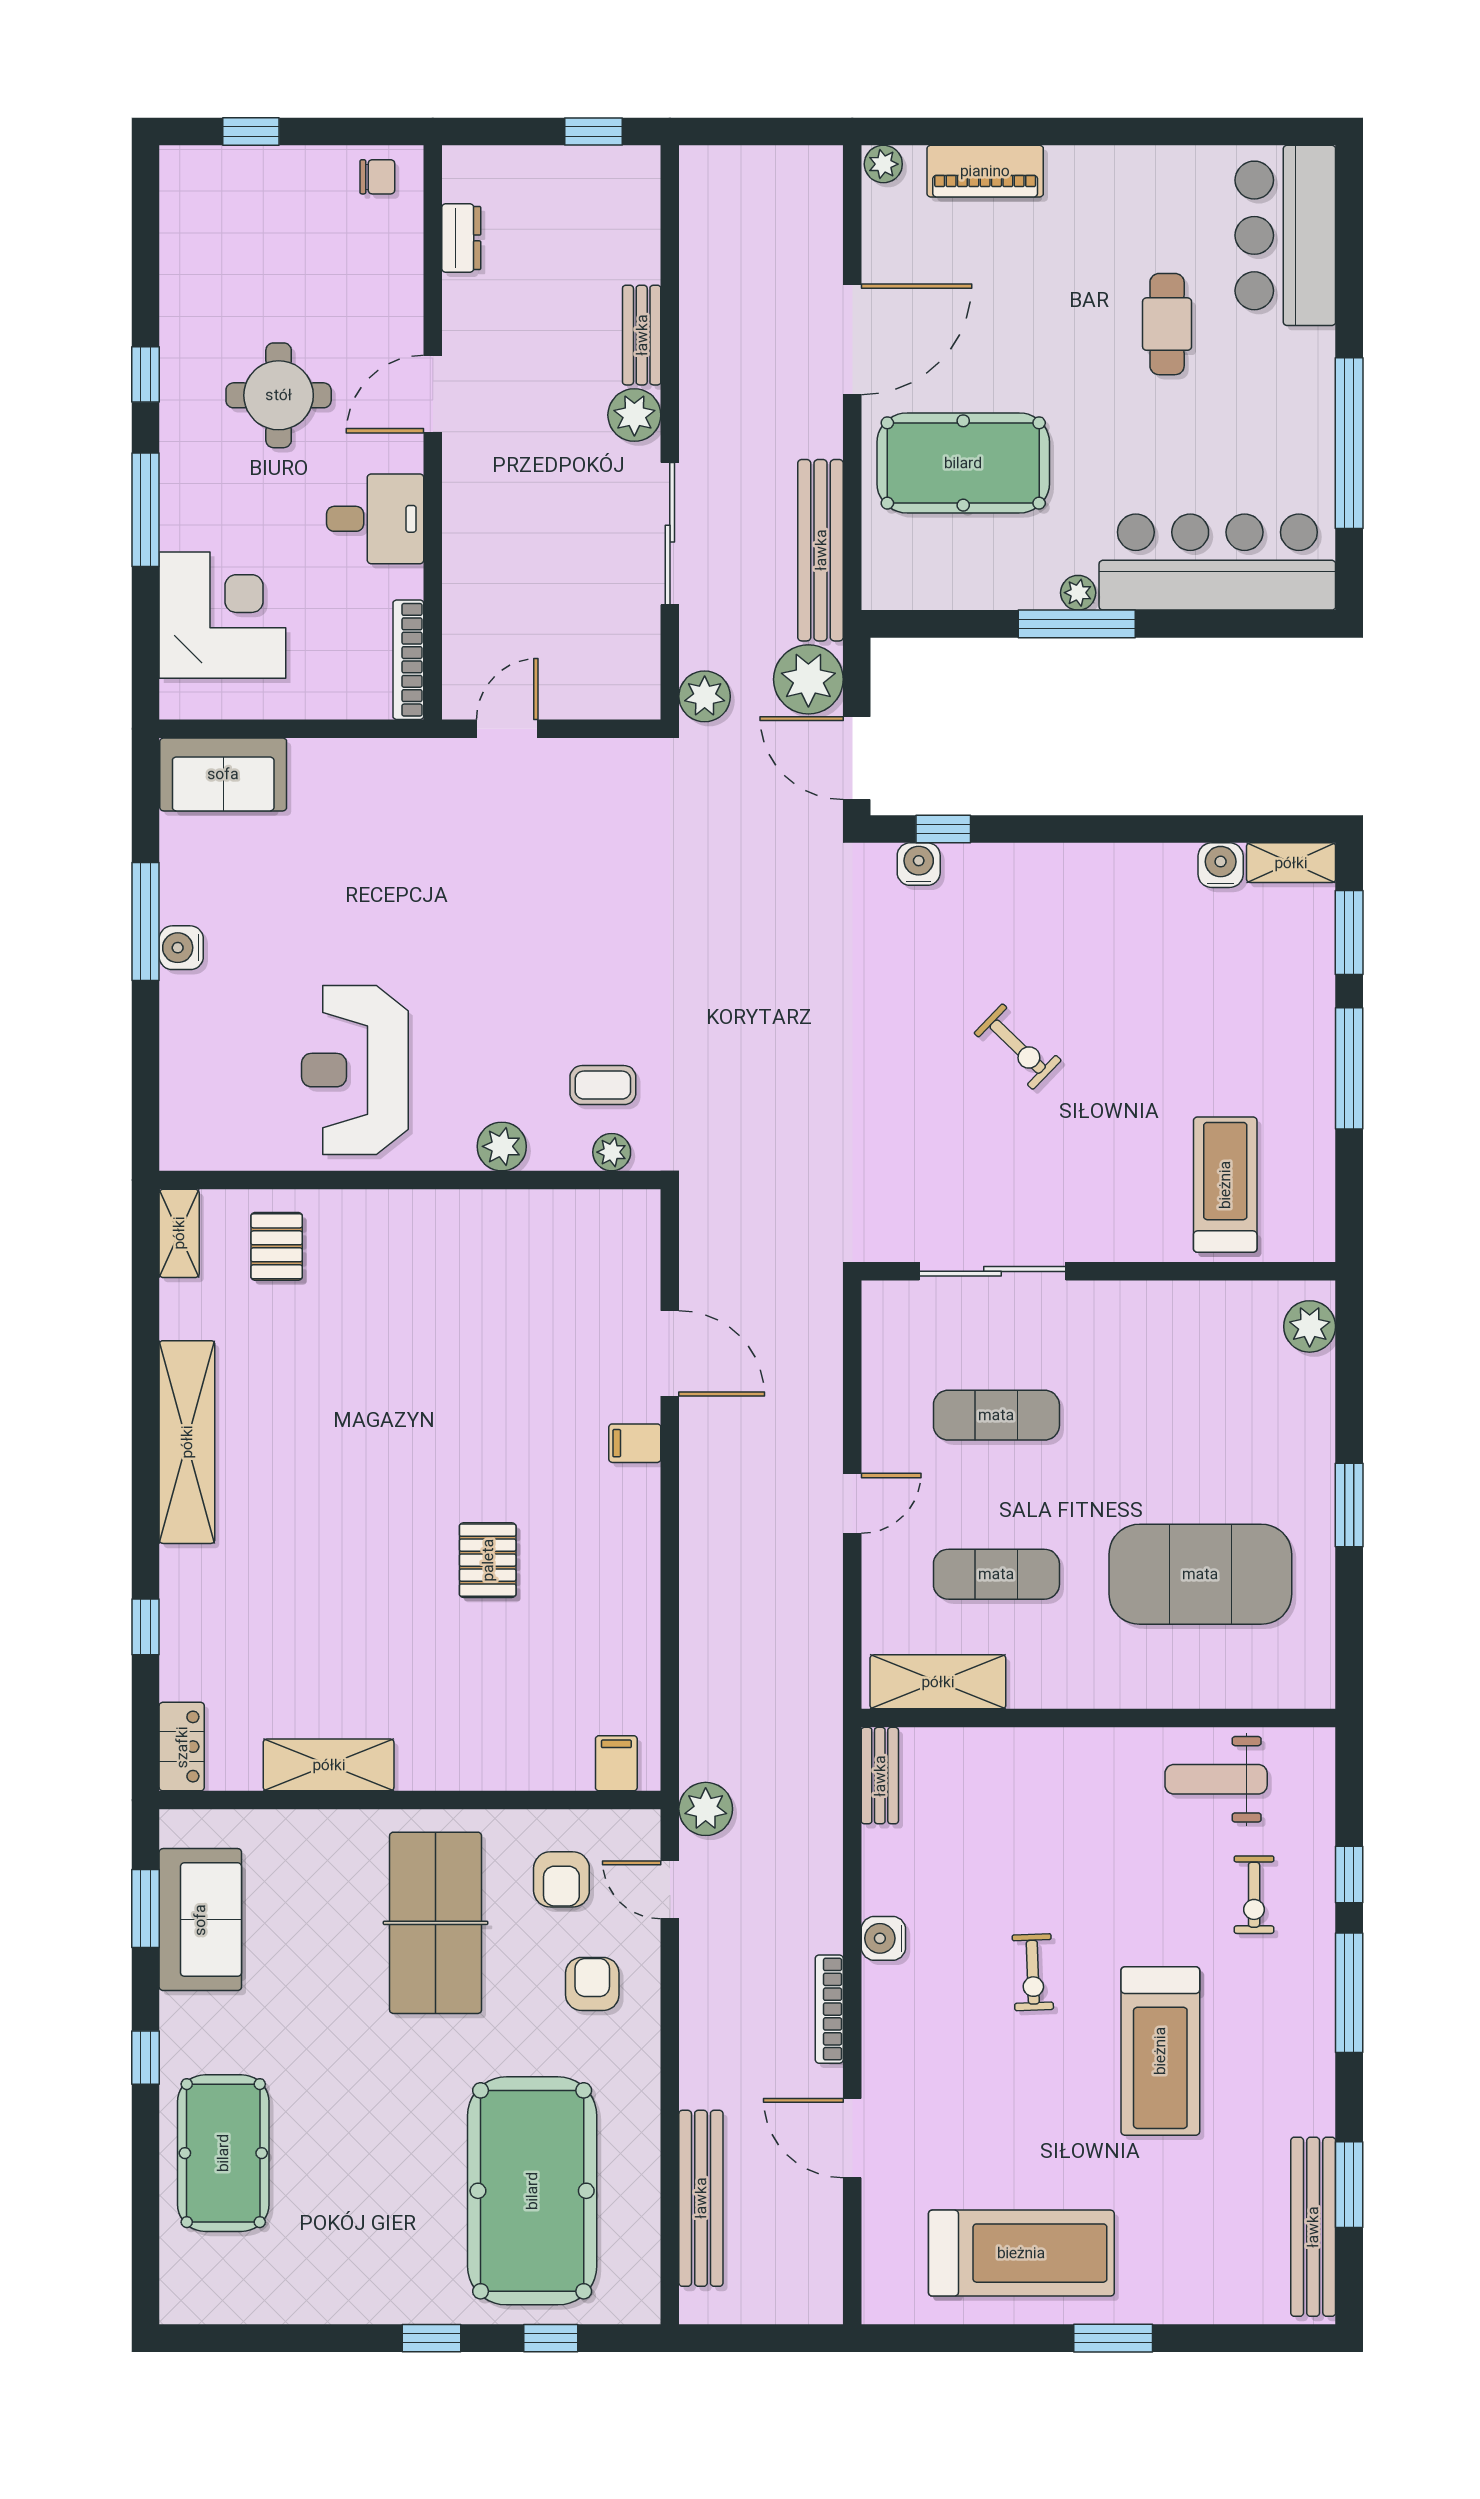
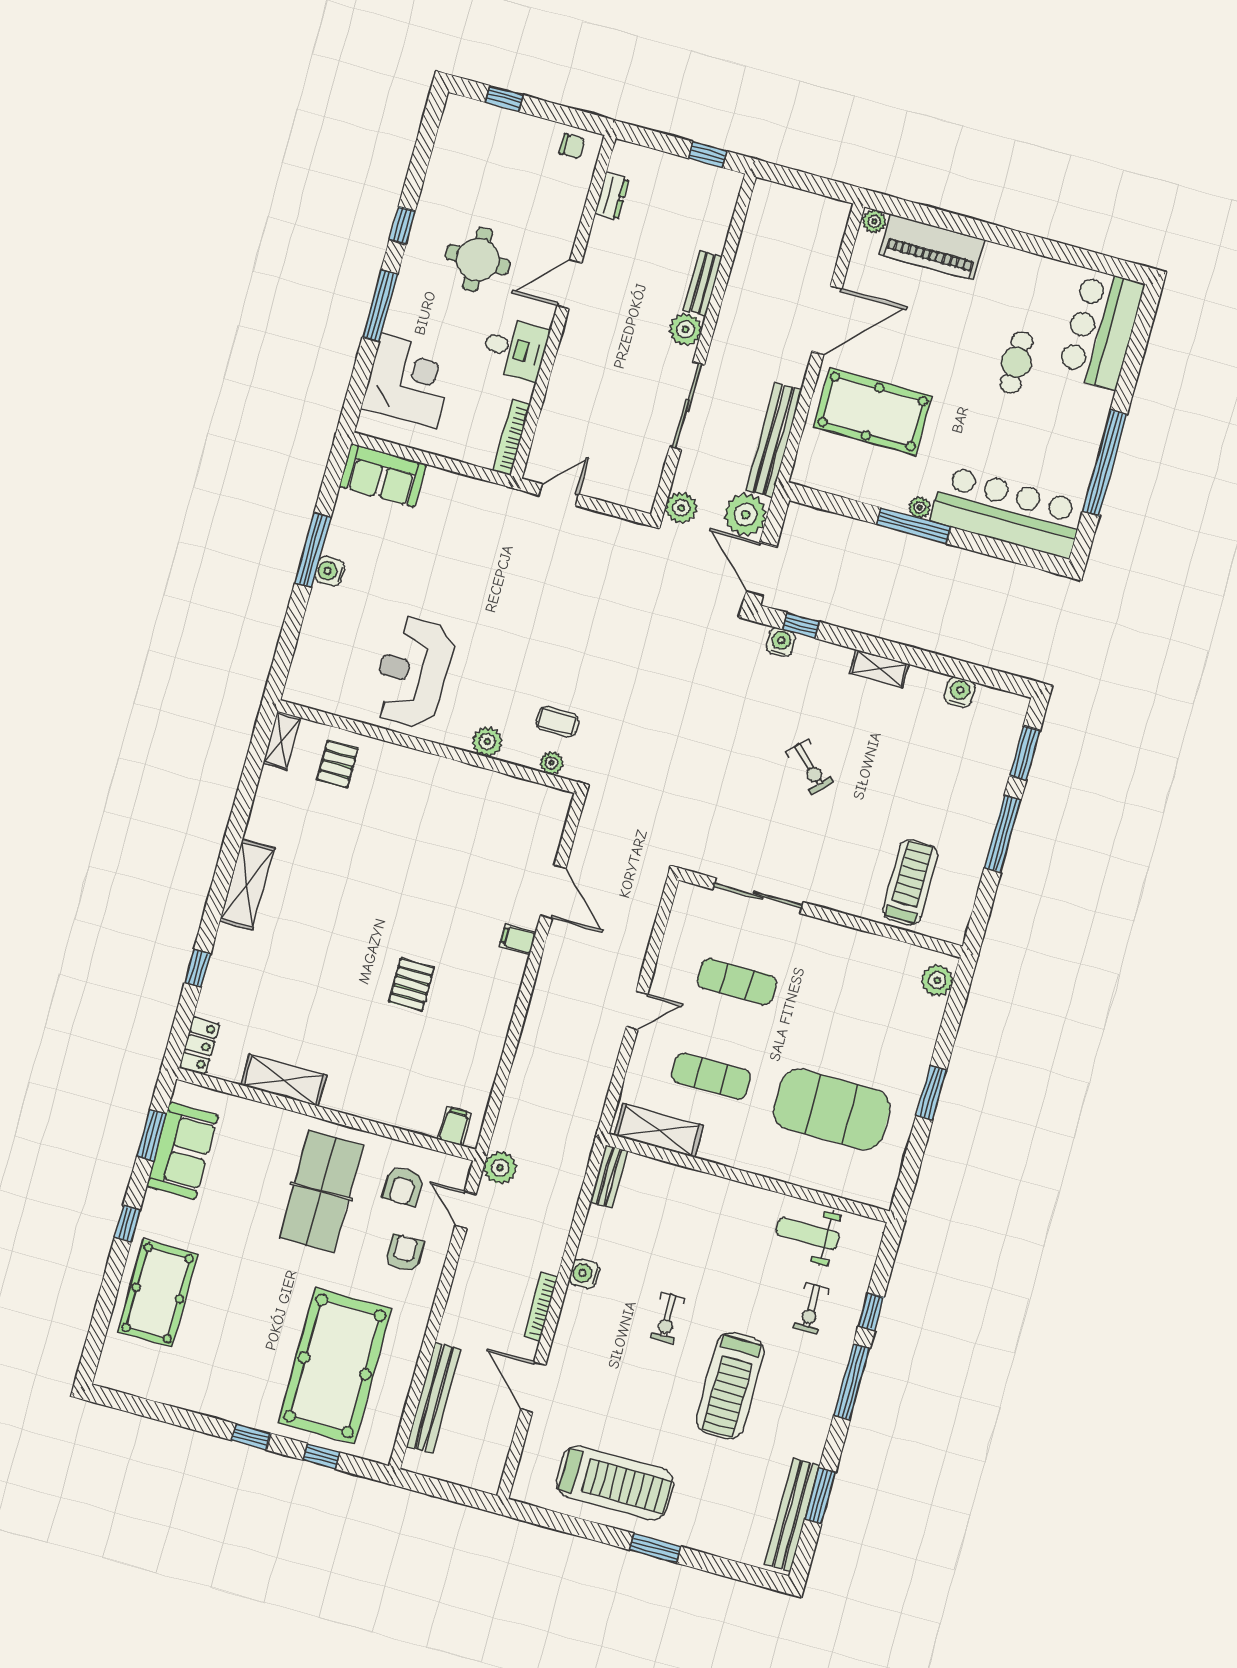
piano: (985, 171) -> (932, 247), width x1.37, depth x1.33
shelving: (1291, 863) -> (879, 668), moved
shelving: (187, 1442) -> (247, 885), width x0.68

